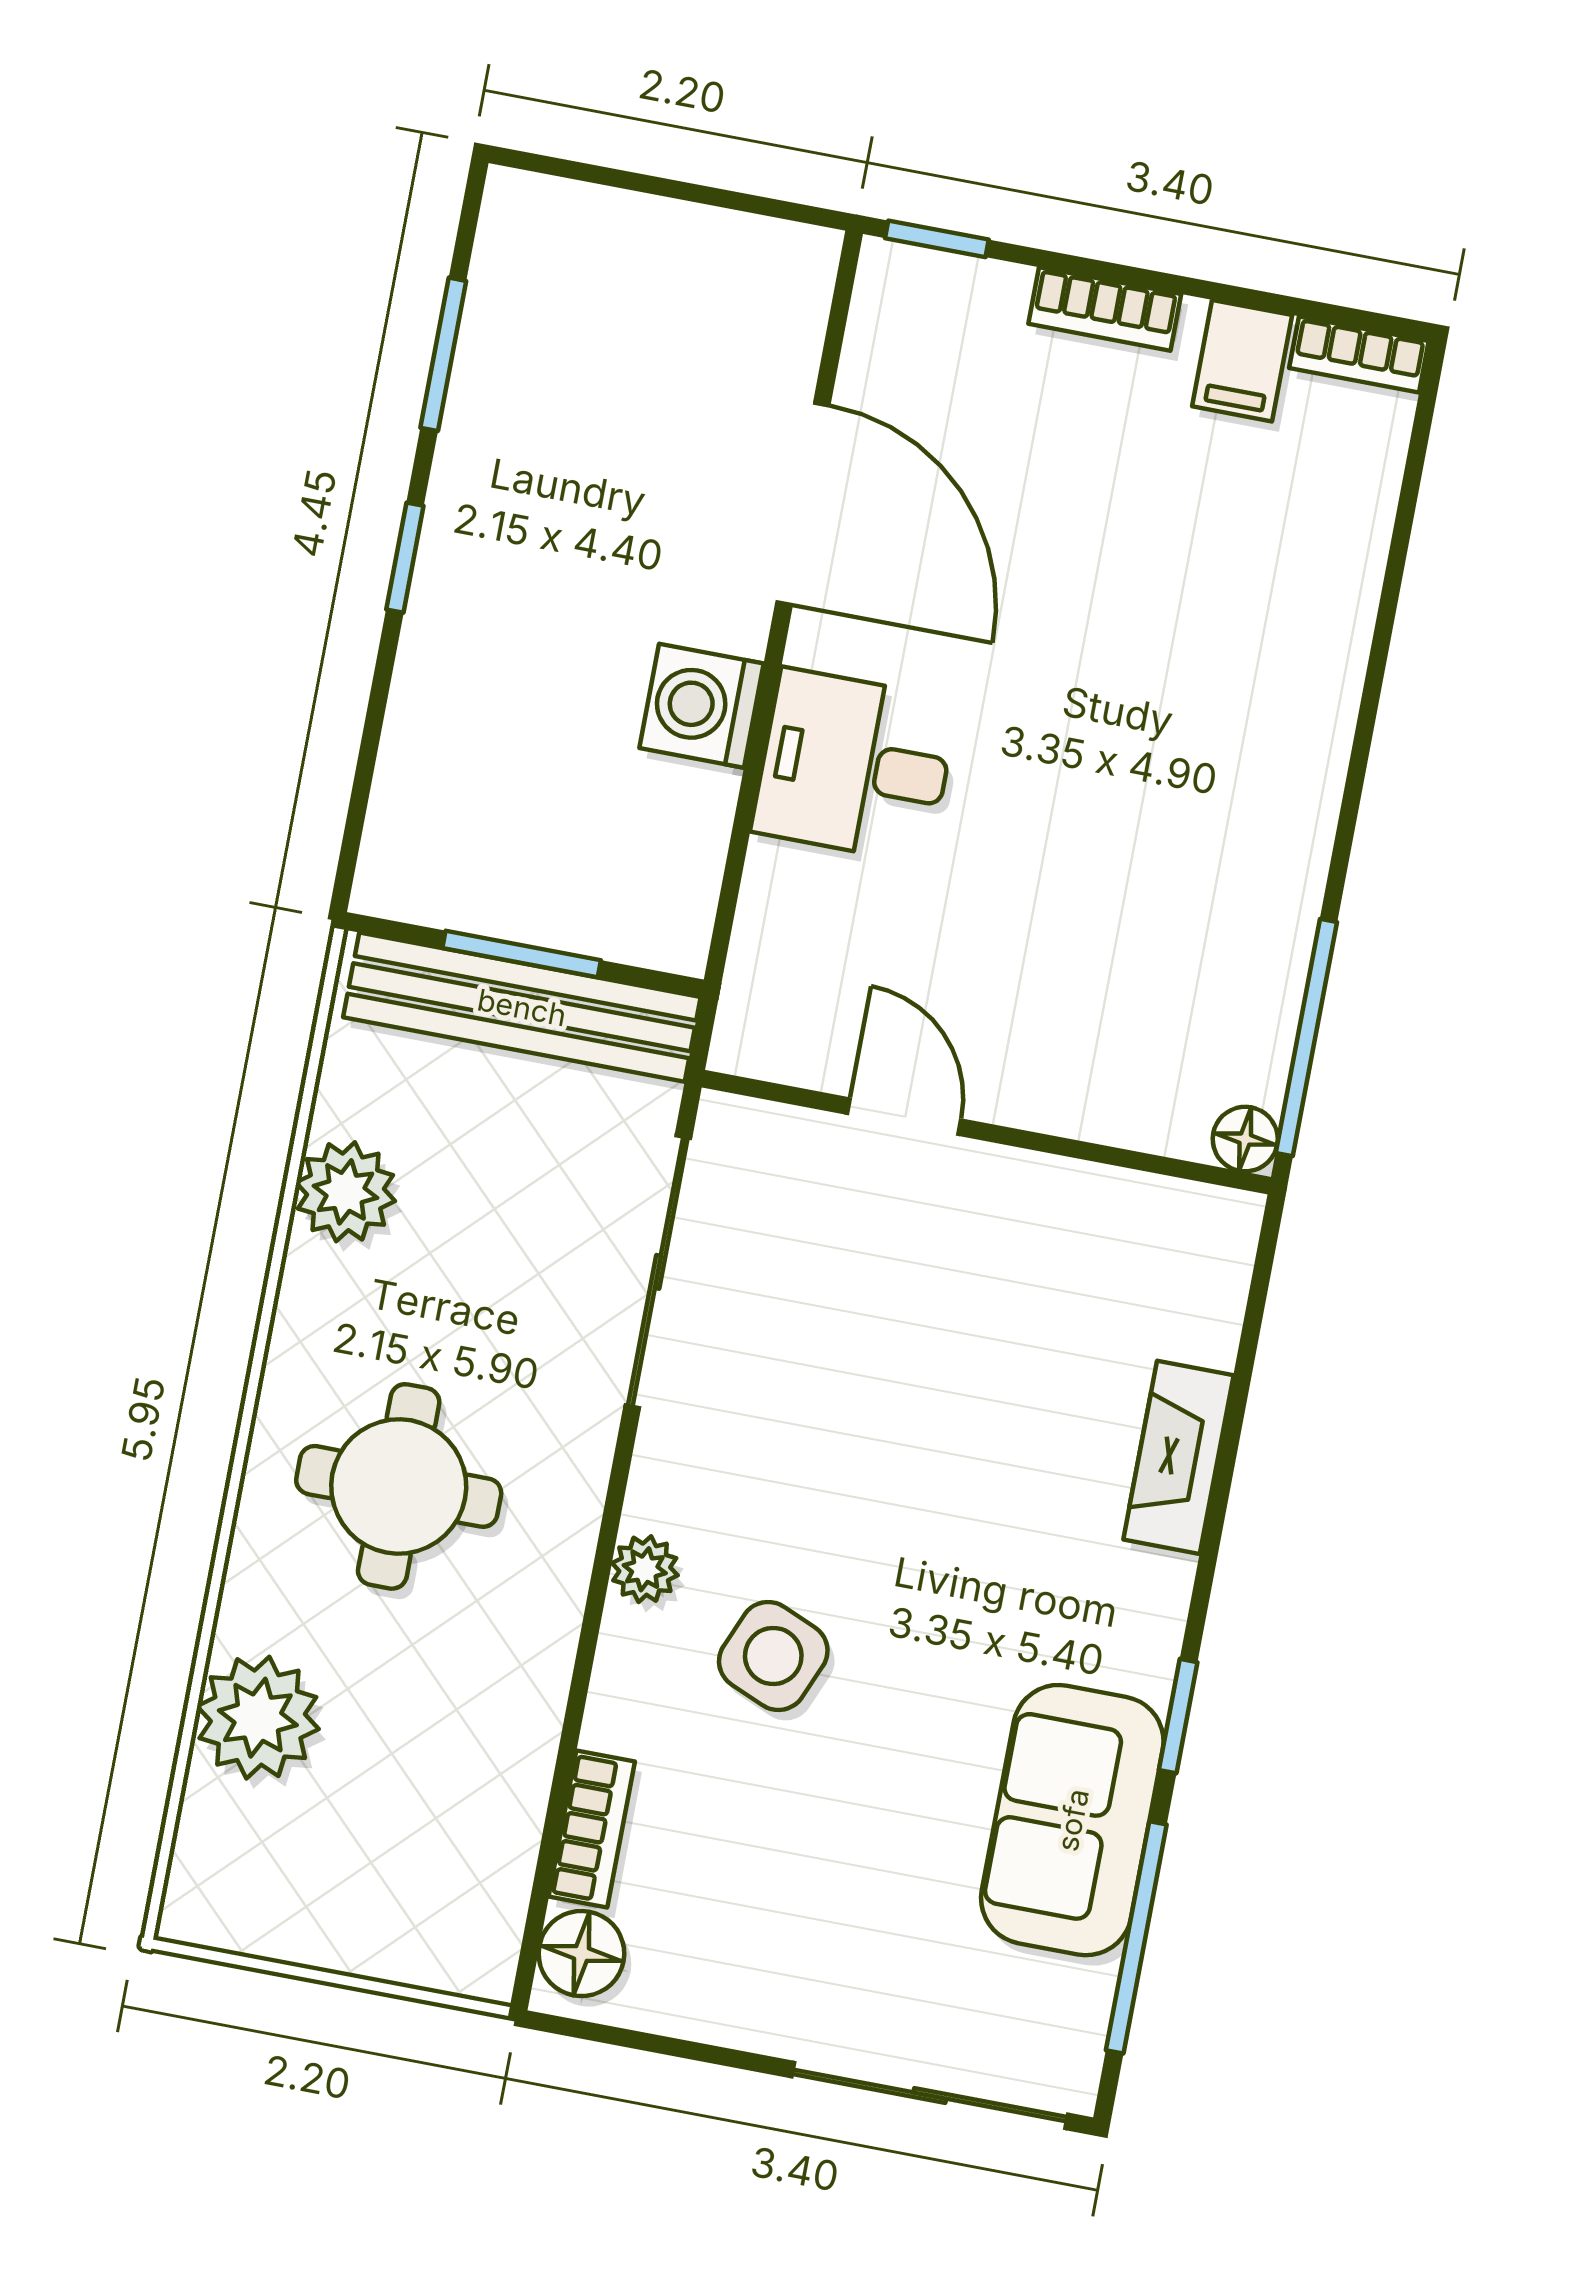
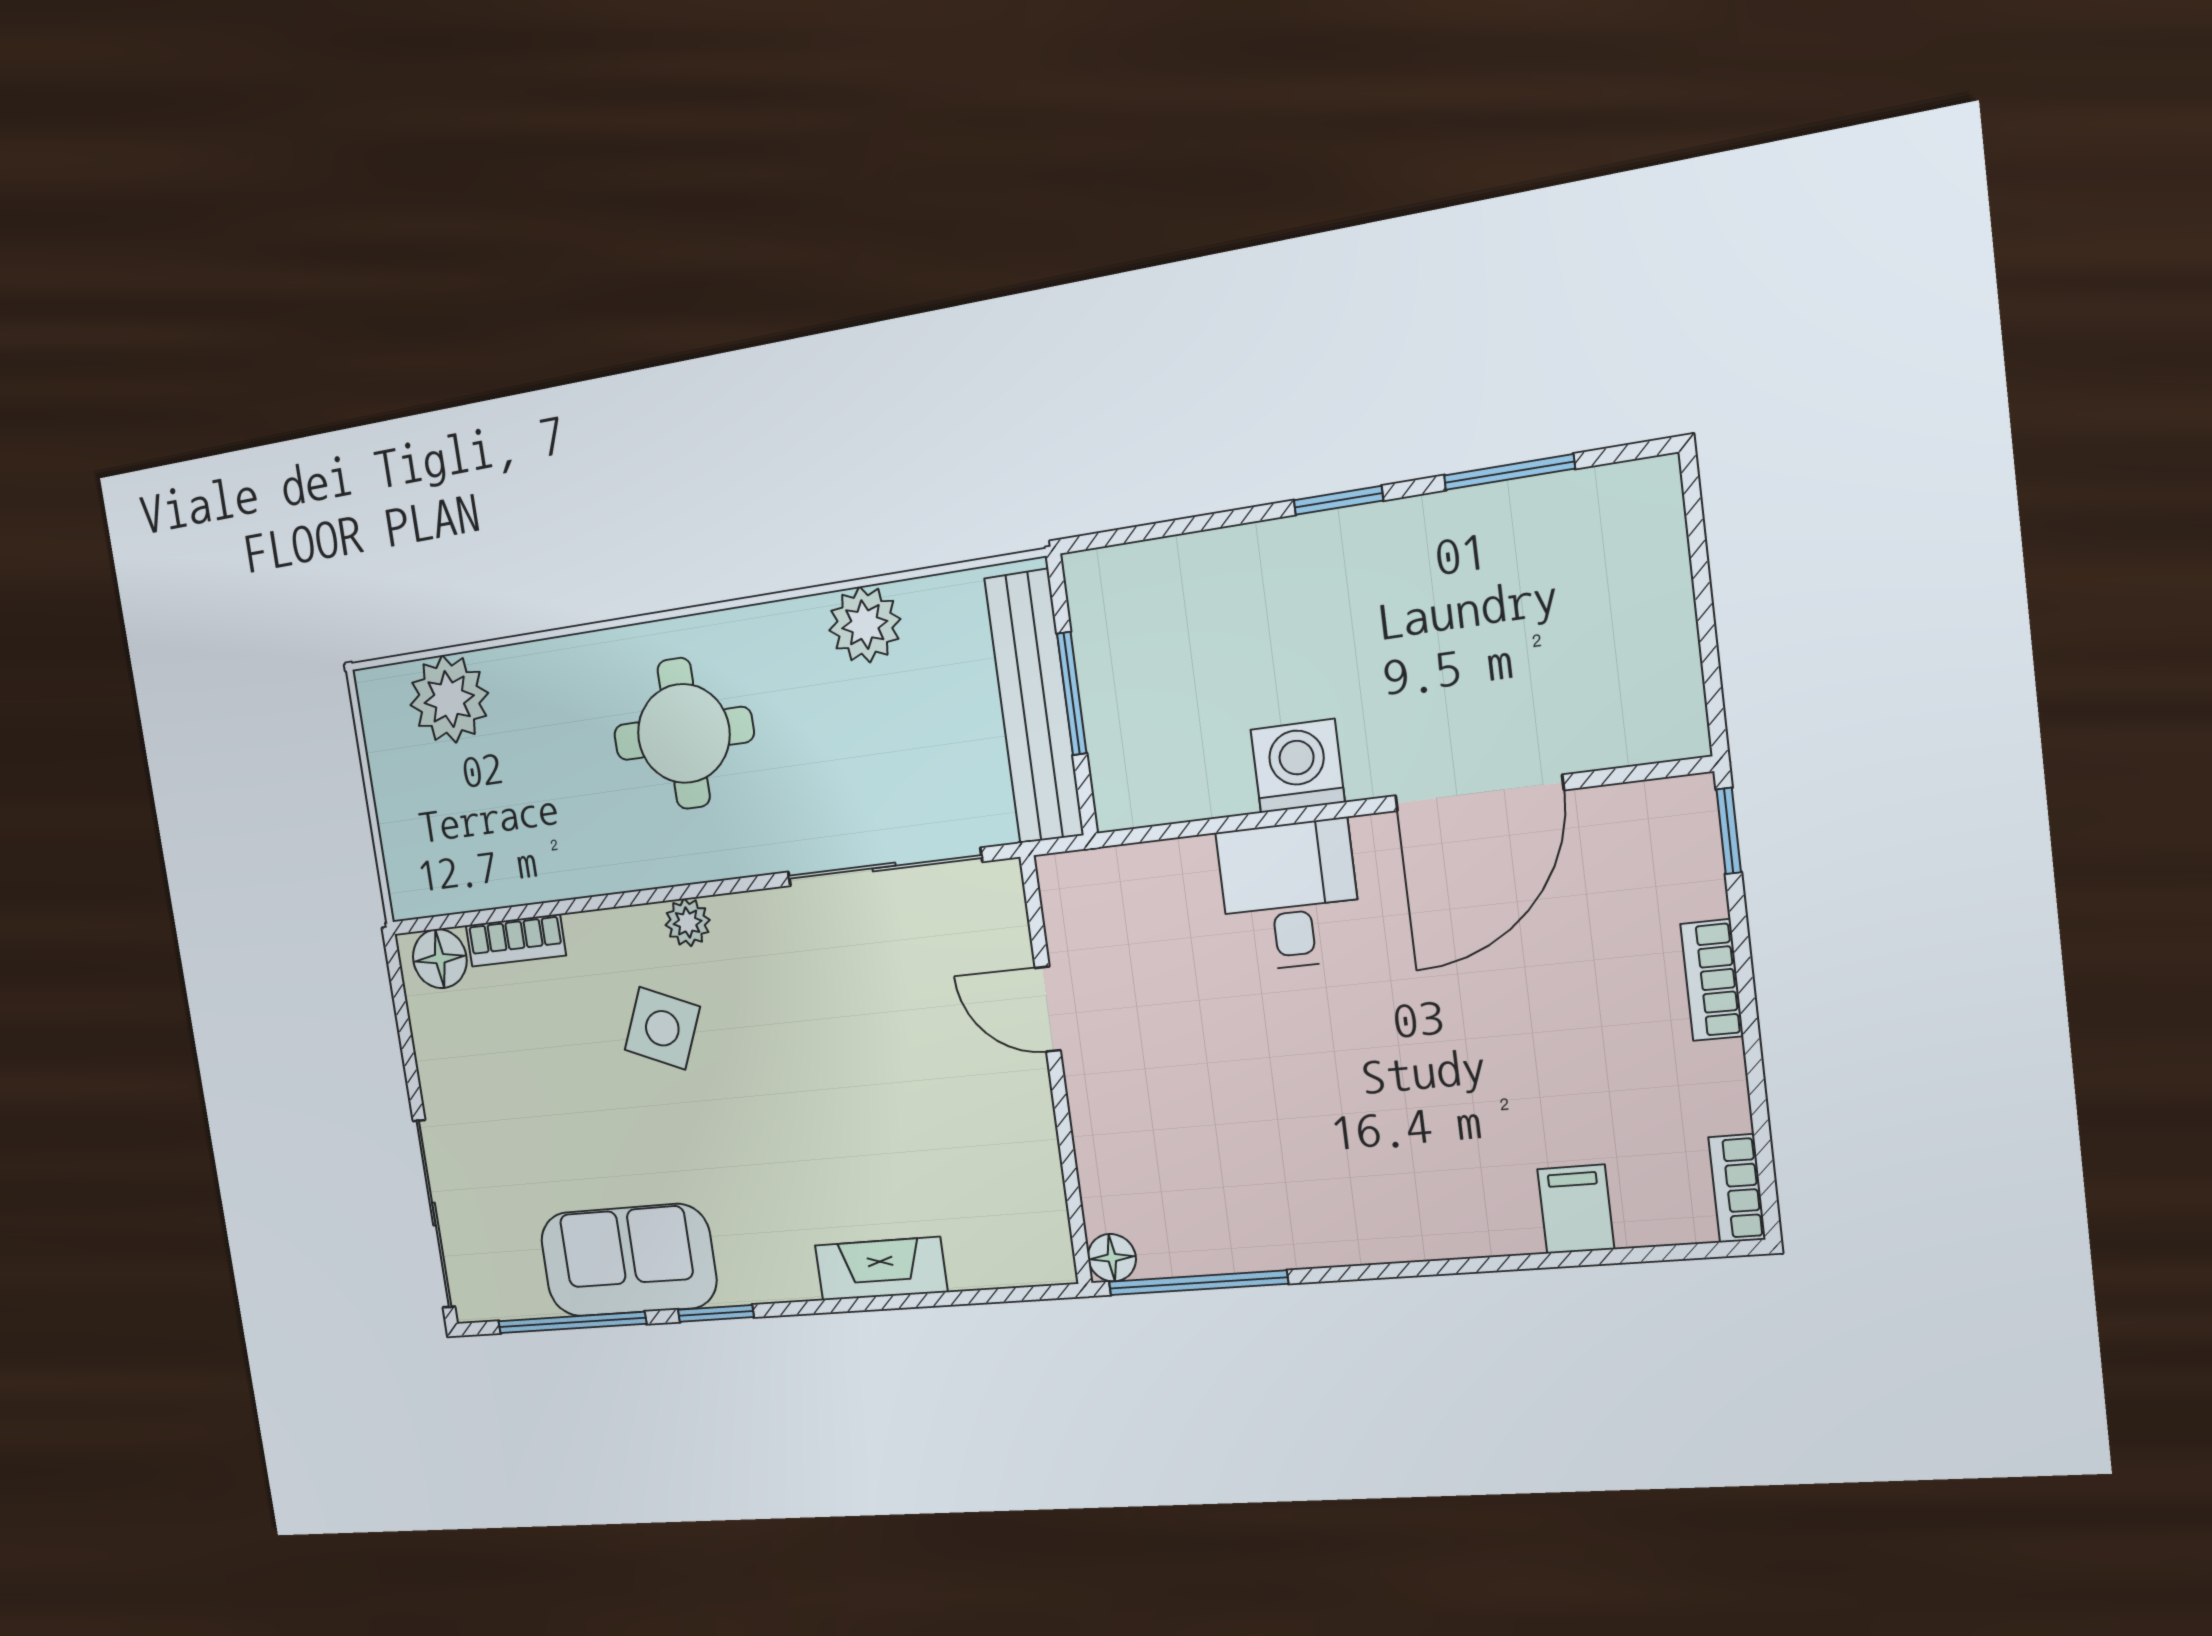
filing cabinet: (1242, 361) -> (1576, 1209), moved, turned 90
door: (904, 1117) -> (1048, 1009), swing flipped
plant: (258, 1718) -> (449, 699), moved

